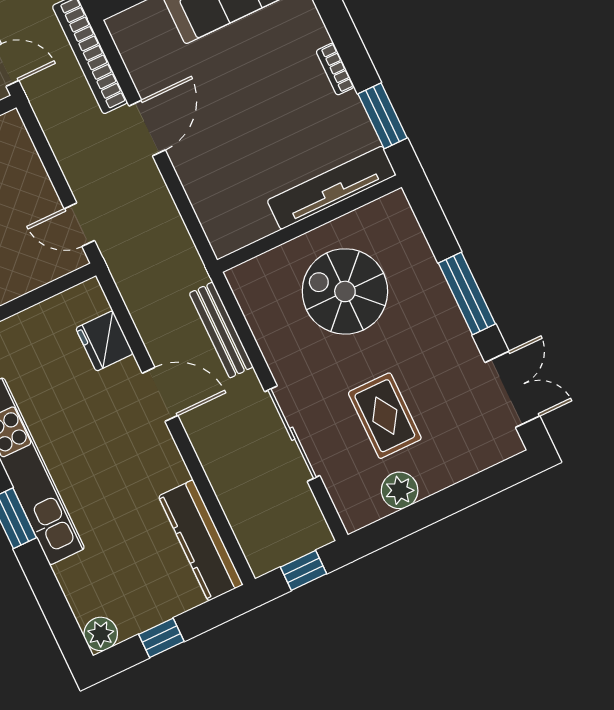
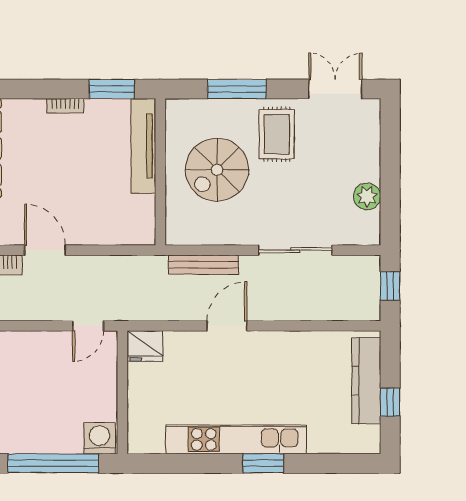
window: (467, 293) -> (237, 89), moved
fridge: (105, 341) -> (145, 346), moved
rug: (385, 416) -> (277, 134), moved, turned 90
kitchen counter: (201, 540) -> (366, 381), moved, turned 90
plant: (101, 634) -> (368, 441), removed

